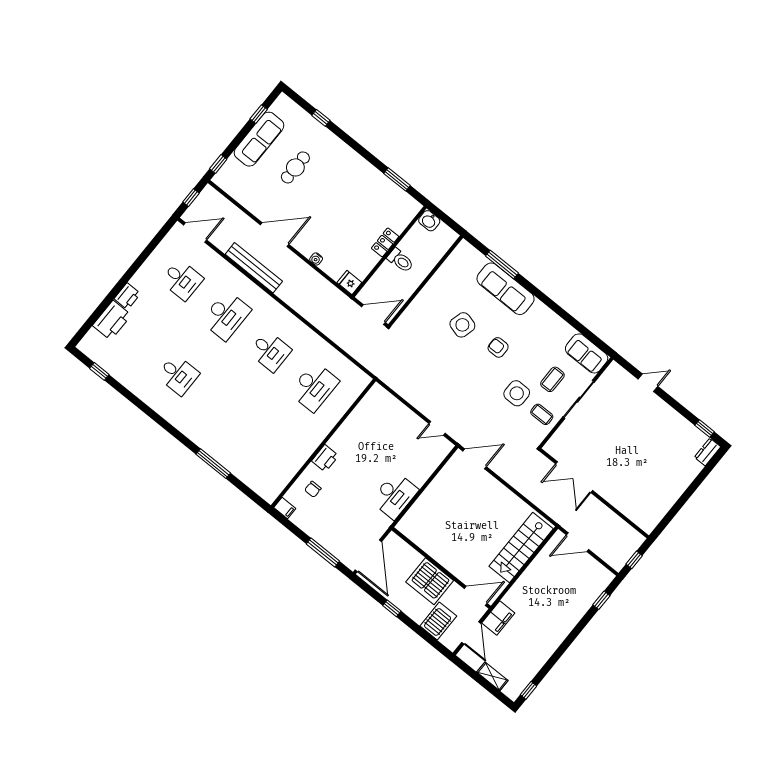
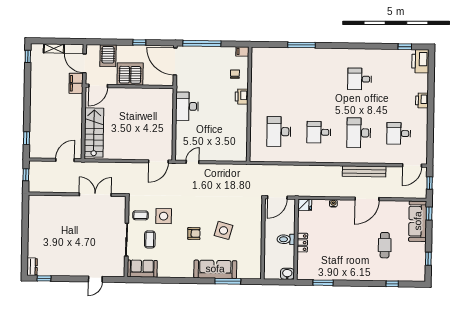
sofa: (259, 139) -> (418, 221), moved
printer: (112, 320) -> (420, 61), moved
window: (323, 552) -> (202, 43), width x1.46

